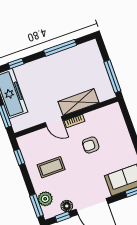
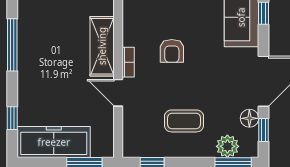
door: (54, 122) -> (118, 93), swing flipped
coffee table: (51, 167) -> (184, 121), turned 90

